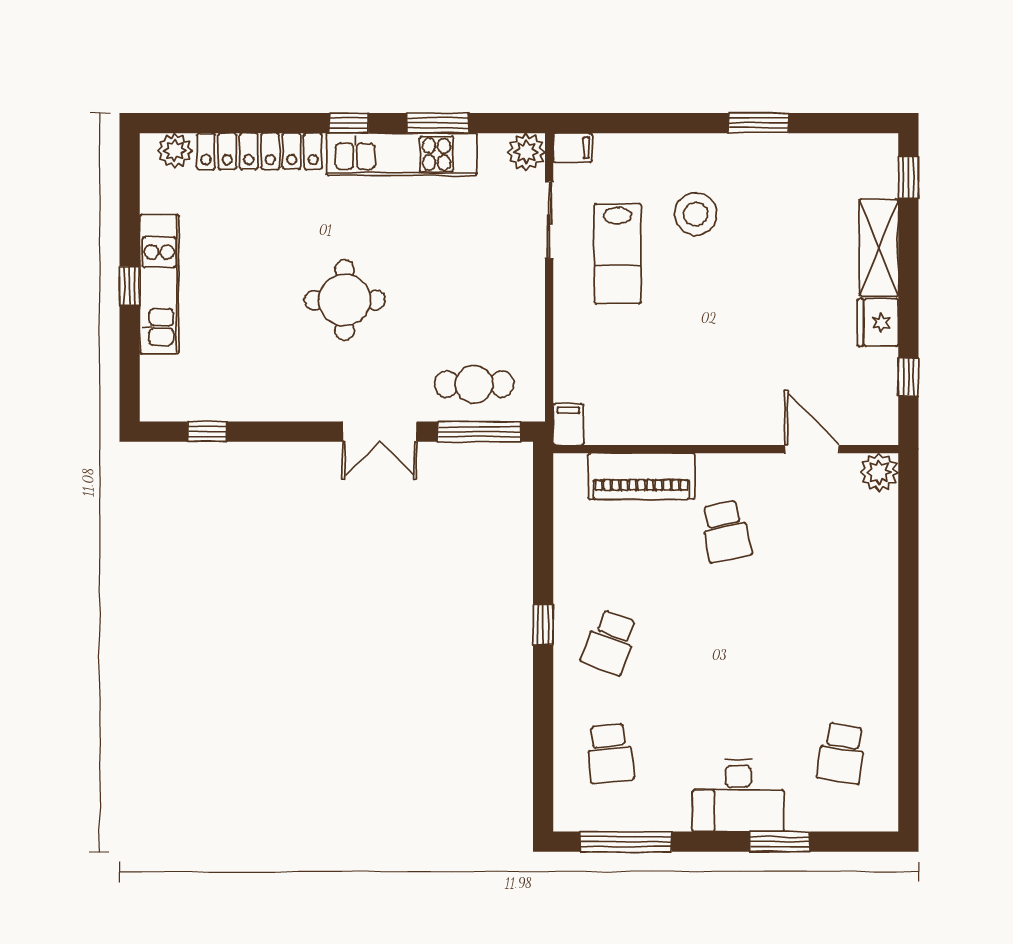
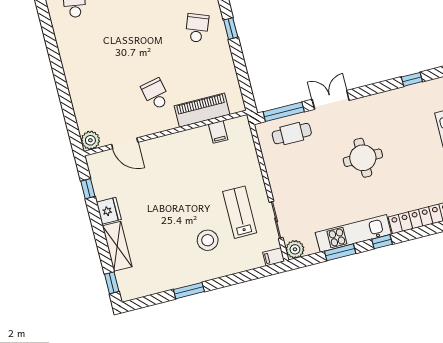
filing cabinet: (568, 425) -> (218, 132), moved

